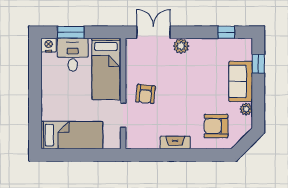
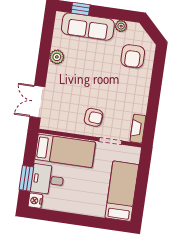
window: (226, 32) -> (47, 34), removed
plant: (181, 46) -> (57, 57), moved
sofa: (241, 81) -> (88, 27), width x1.36
fireplace: (175, 143) -> (138, 129), moved

